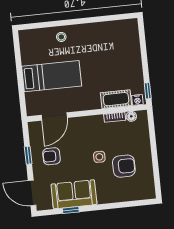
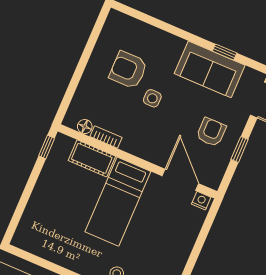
bed: (52, 76) -> (118, 202), moved, turned -90
nightstand: (137, 100) -> (201, 201), moved
door: (54, 116) -> (180, 180), hinge flipped
armchair: (52, 156) -> (211, 132), turned -90

